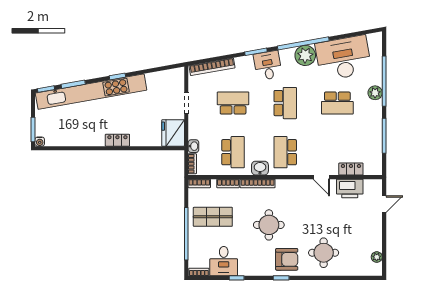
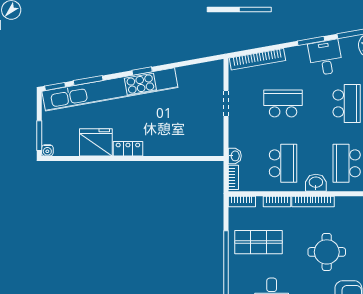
fridge: (173, 133) -> (96, 142), moved, turned 90
locker: (117, 140) -> (128, 149), moved

